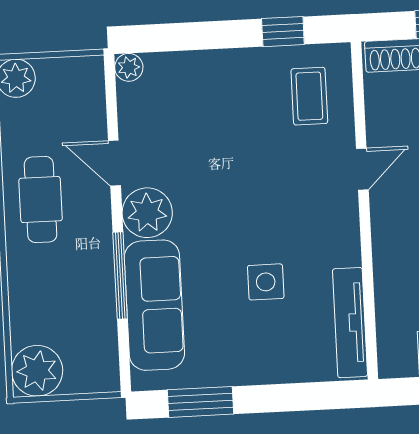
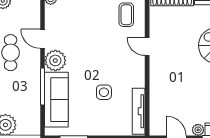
door: (362, 169) -> (147, 47), swing flipped

